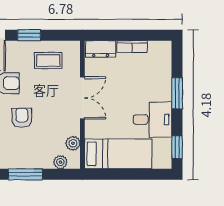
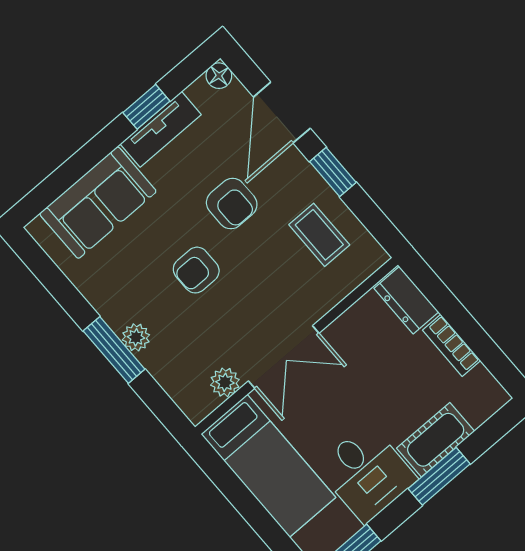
cot: (162, 83) -> (436, 440), added
double door: (82, 98) -> (284, 357), moved
armchair: (22, 118) -> (196, 270), turned 180
plant: (60, 162) -> (136, 337), moved

